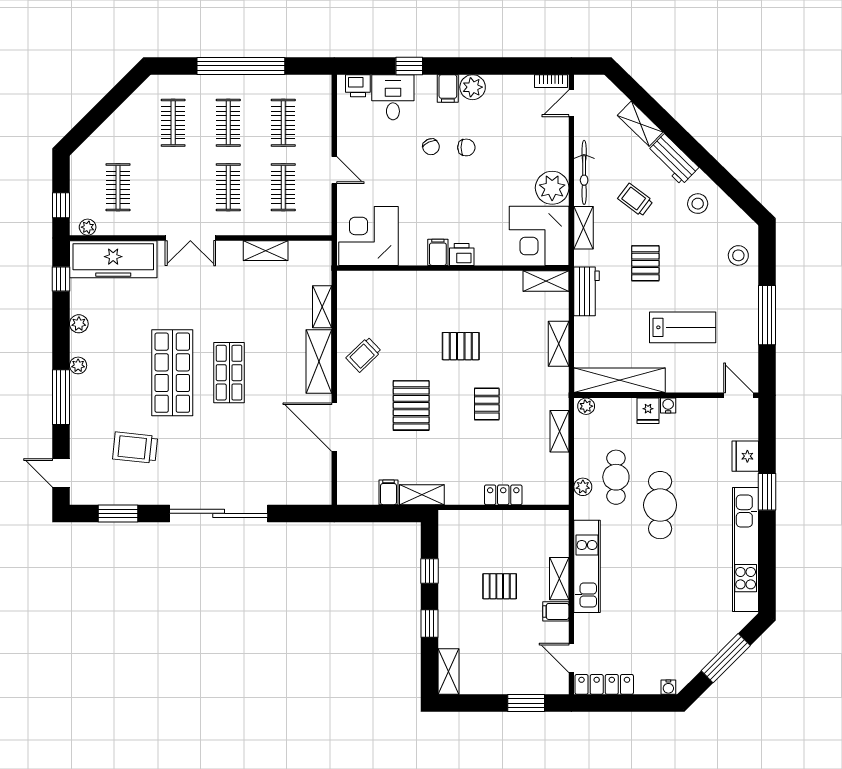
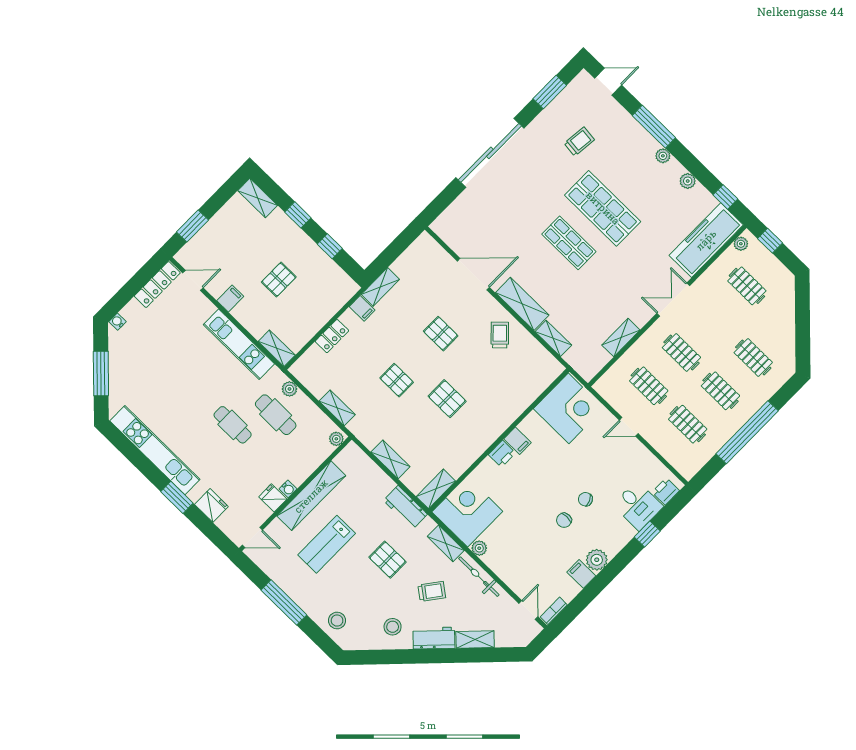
filing cabinet: (448, 88) -> (581, 574), moved
plant: (552, 188) -> (479, 548), width x0.53, depth x0.53
pallet: (461, 346) -> (447, 399), turned 90
shelving: (620, 380) -> (311, 496), moved
pallet: (411, 405) -> (441, 334), width x0.67, depth x0.71
fridge: (648, 411) -> (273, 498), moved
trolley: (135, 448) -> (579, 142), width x0.73, depth x0.72
filing cabinet: (388, 492) -> (362, 308), moved
cafe table: (660, 505) -> (233, 425), width x0.73, depth x0.74
shelving: (559, 579) -> (277, 348), moved

